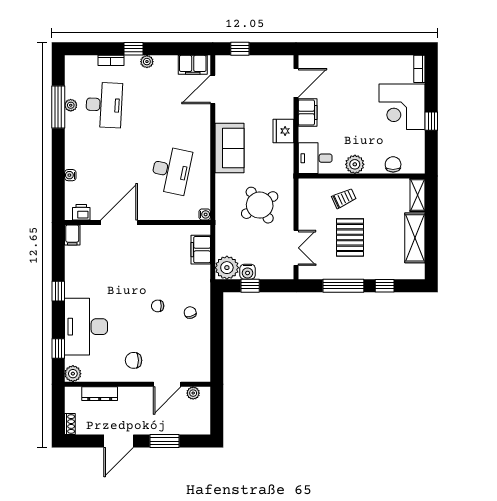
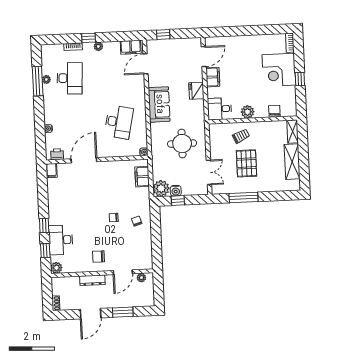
round table: (260, 205) -> (182, 144), turned 33
window: (385, 286) -> (272, 196), removed
window: (58, 291) -> (44, 225), moved
desk: (86, 327) -> (61, 240), width x0.73, depth x0.77
dresser: (100, 394) -> (92, 280), moved

